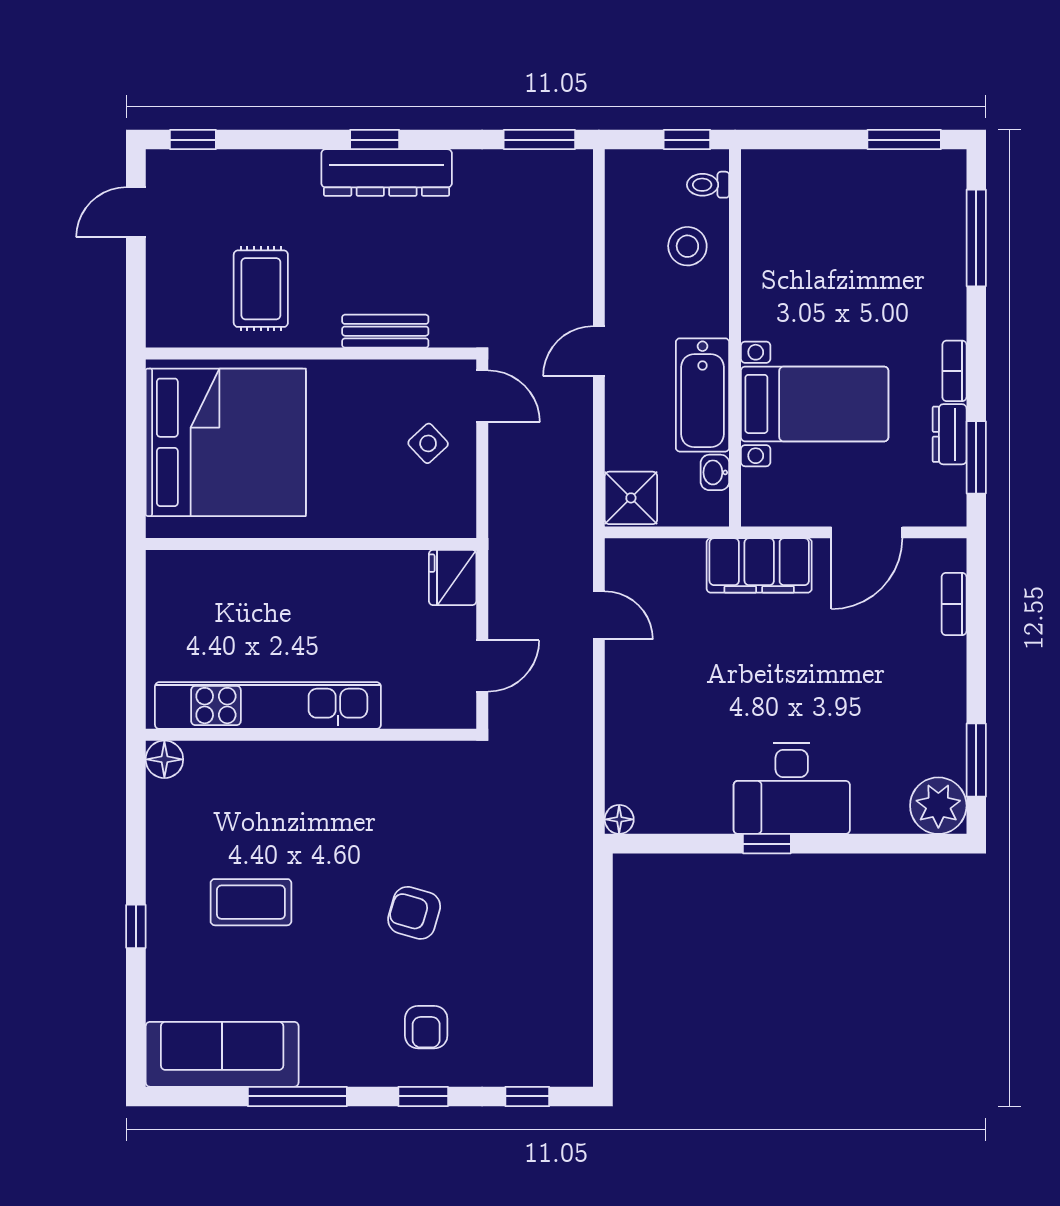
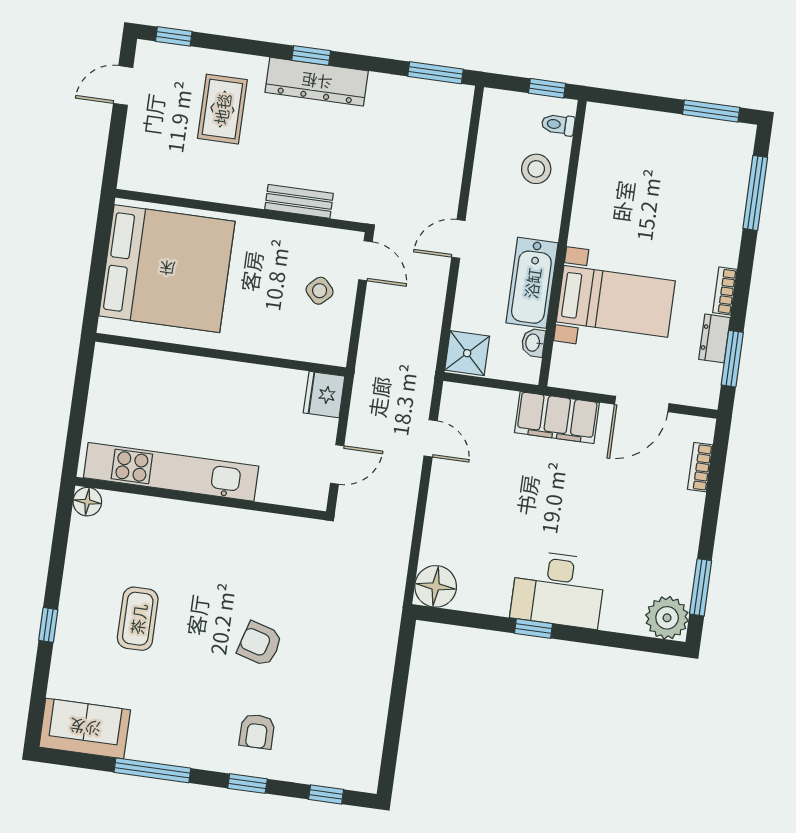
rug: (261, 289) -> (222, 109), moved
floor lamp: (619, 819) -> (436, 586), width x1.89, depth x1.89
coffee table: (251, 902) -> (138, 619), turned 90
sofa: (222, 1054) -> (85, 728), width x0.73

